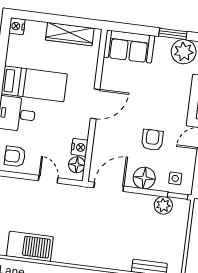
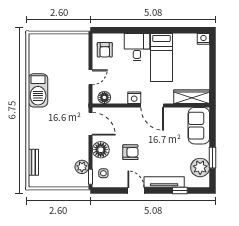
wardrobe: (70, 34) -> (192, 97), moved, turned 90
nightstand: (79, 147) -> (134, 98), moved
armchair: (15, 156) -> (105, 50), turned 180
barbecue: (30, 246) -> (38, 90), moved

